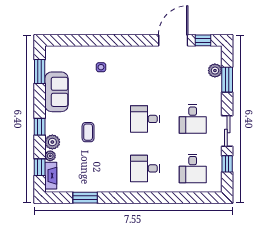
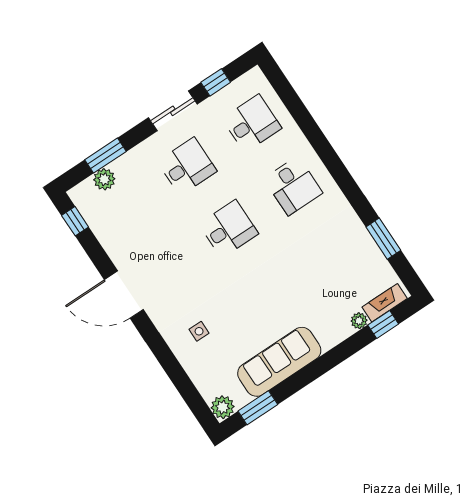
door: (173, 40) -> (124, 295), moved
sofa: (57, 92) -> (279, 362), width x1.36
desk: (145, 119) -> (228, 229), turned -90
window: (40, 127) -> (330, 360), removed
coffee table: (88, 132) -> (295, 292), removed
plant: (52, 142) -> (223, 407), moved

